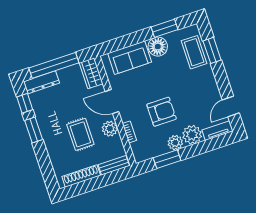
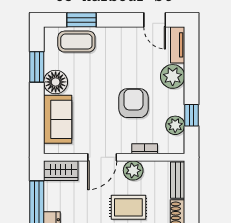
plant: (175, 143) -> (175, 125), moved
window: (167, 159) -> (191, 115), width x0.67

